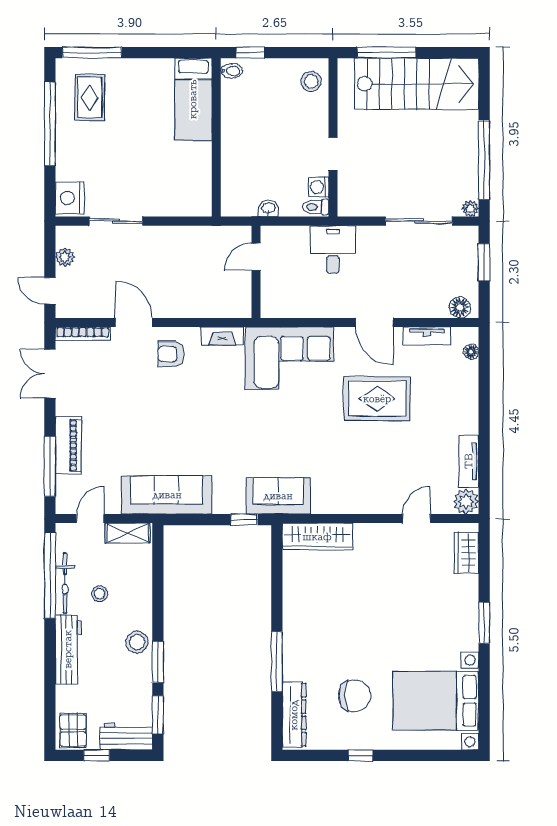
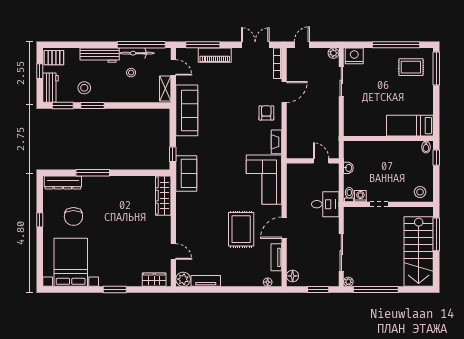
plant: (65, 257) -> (333, 53), moved
stool: (137, 642) -> (84, 88), moved

